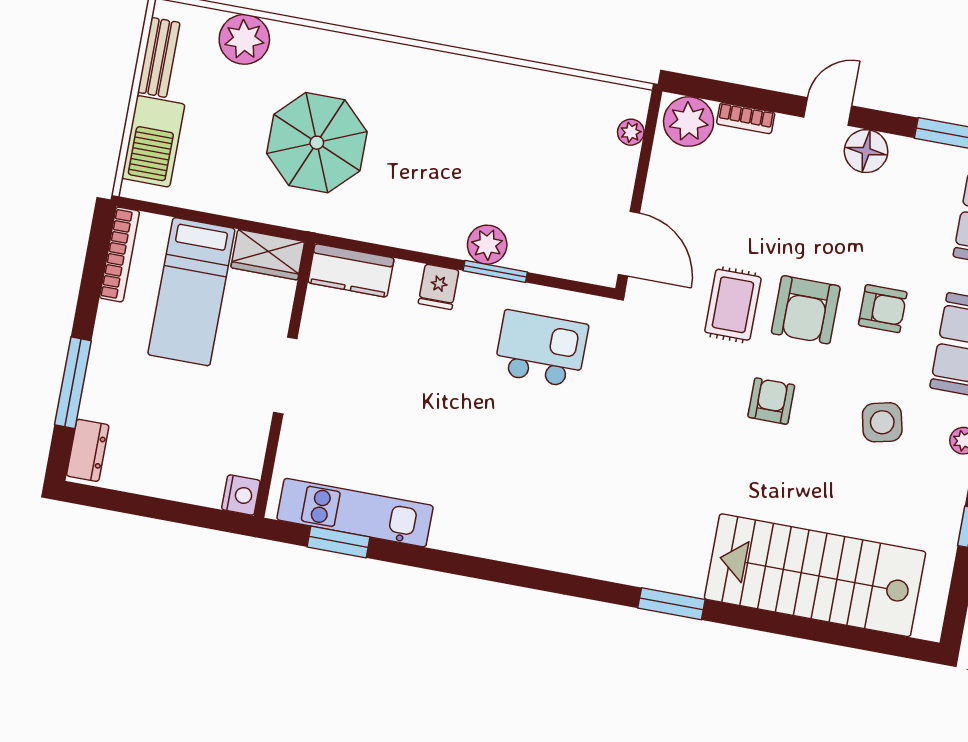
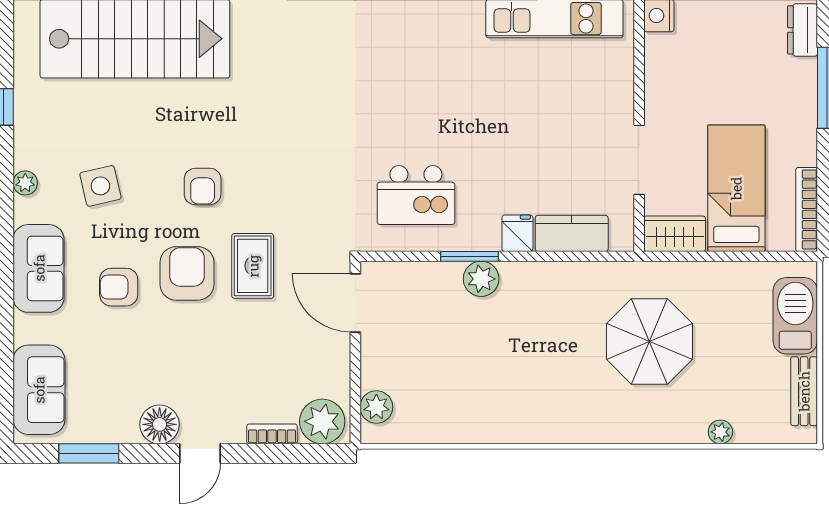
plant: (244, 39) -> (720, 432), width x0.53, depth x0.53
plant: (631, 132) -> (376, 407), width x1.38, depth x1.38
kitchen counter: (351, 270) -> (572, 233), moved
doorway: (285, 375) -> (639, 160), moved

